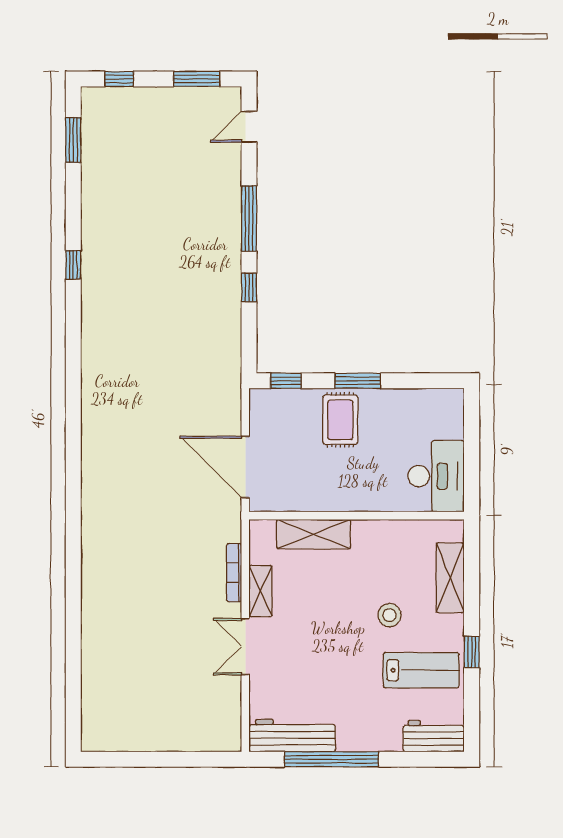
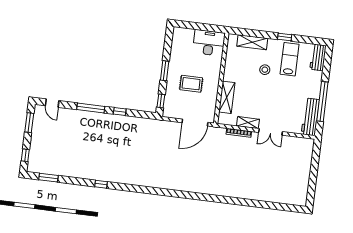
rug: (340, 420) -> (191, 84), moved

